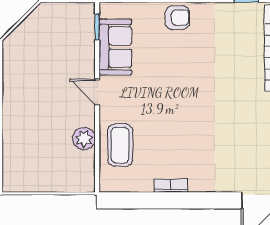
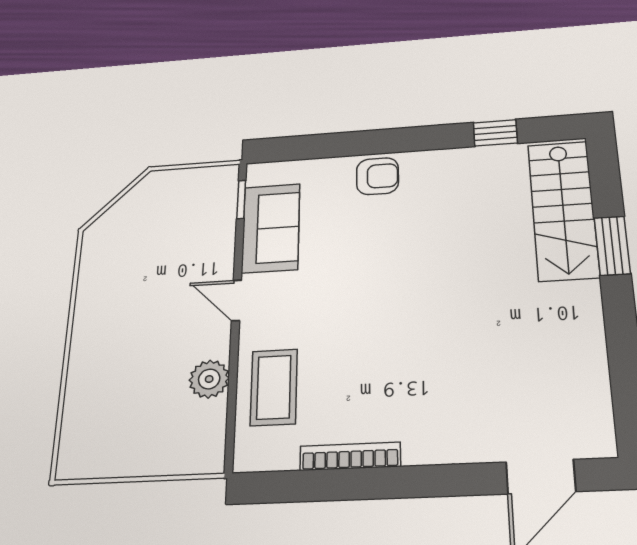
bookcase: (171, 186) -> (350, 456), width x1.56

